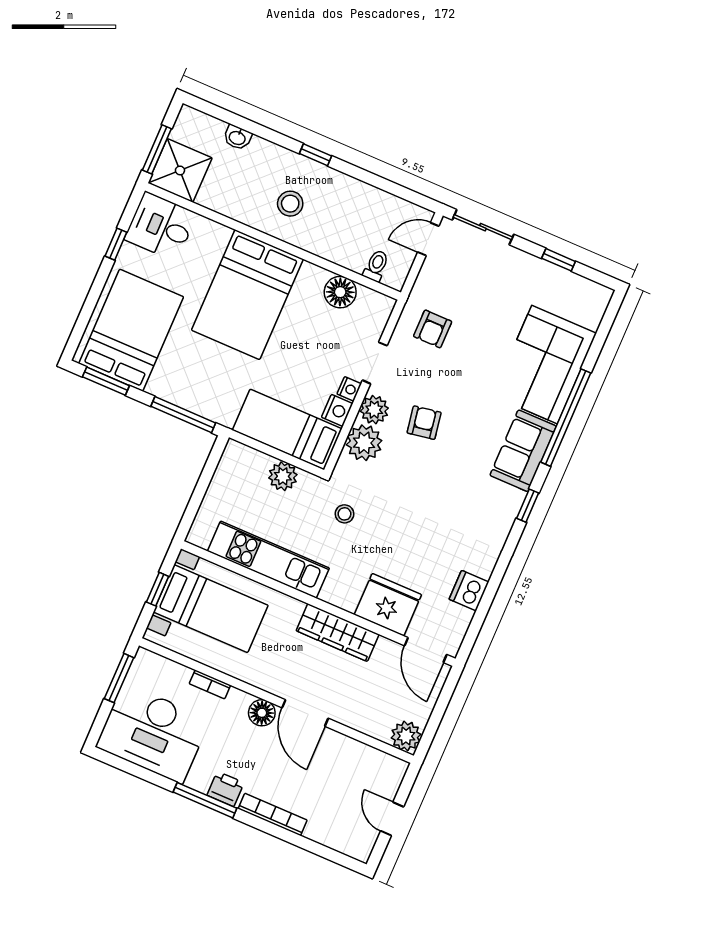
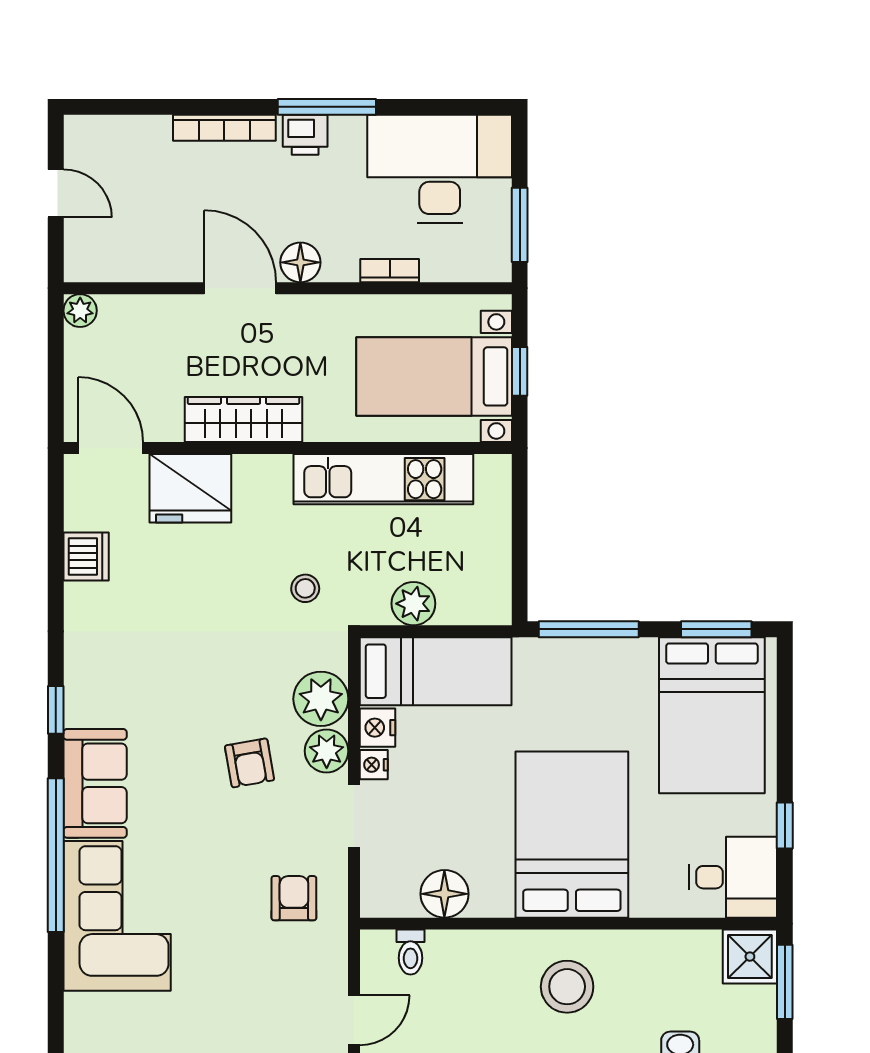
shower: (180, 170) -> (750, 957), width x0.73, depth x0.73
stool: (290, 204) -> (567, 987), width x1.38, depth x1.38
plant: (406, 736) -> (80, 311), width x0.73, depth x0.73

